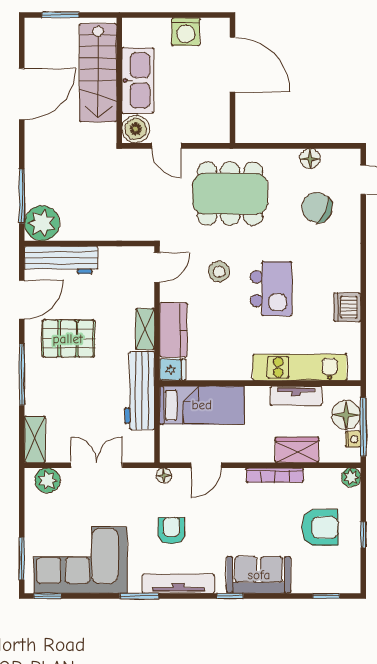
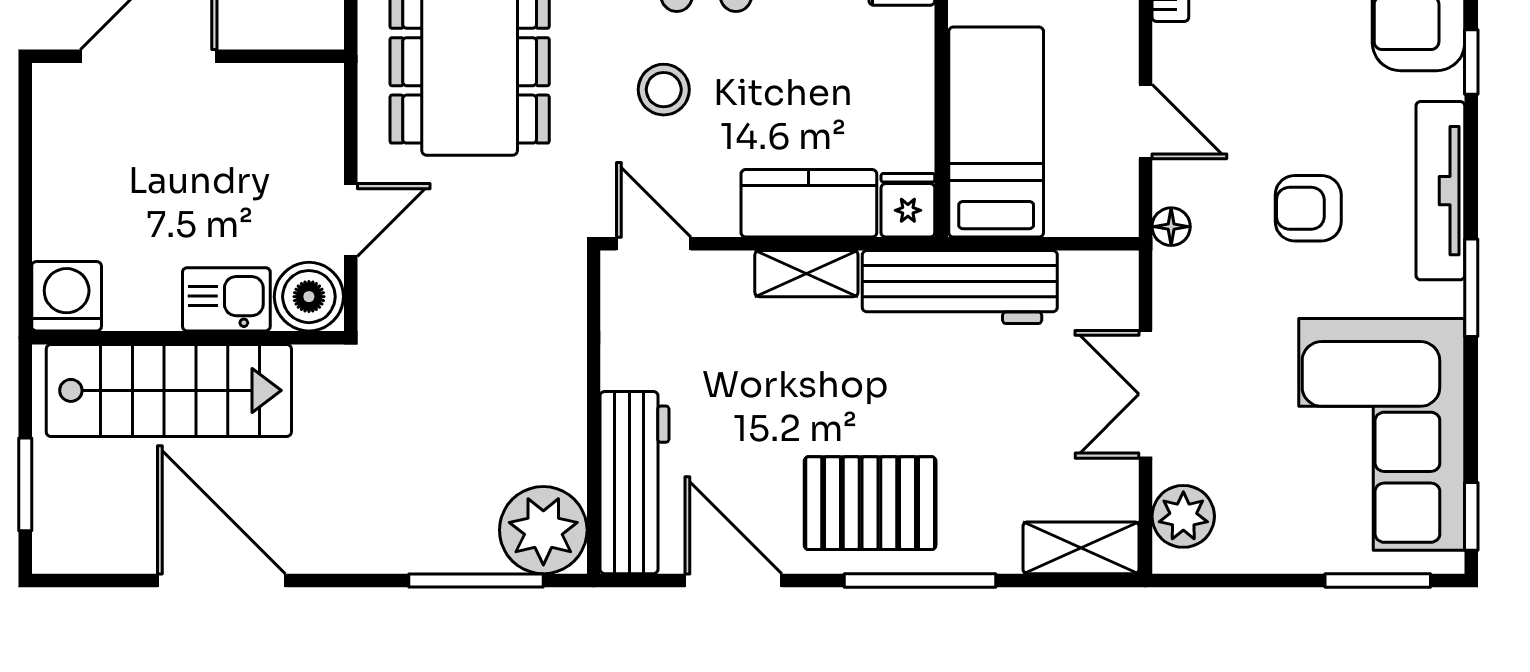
washing machine: (186, 32) -> (67, 296), moved, turned -90
kitchen sink: (138, 80) -> (226, 299), width x0.53, depth x0.81
pallet: (68, 339) -> (870, 503), moved, turned 90

